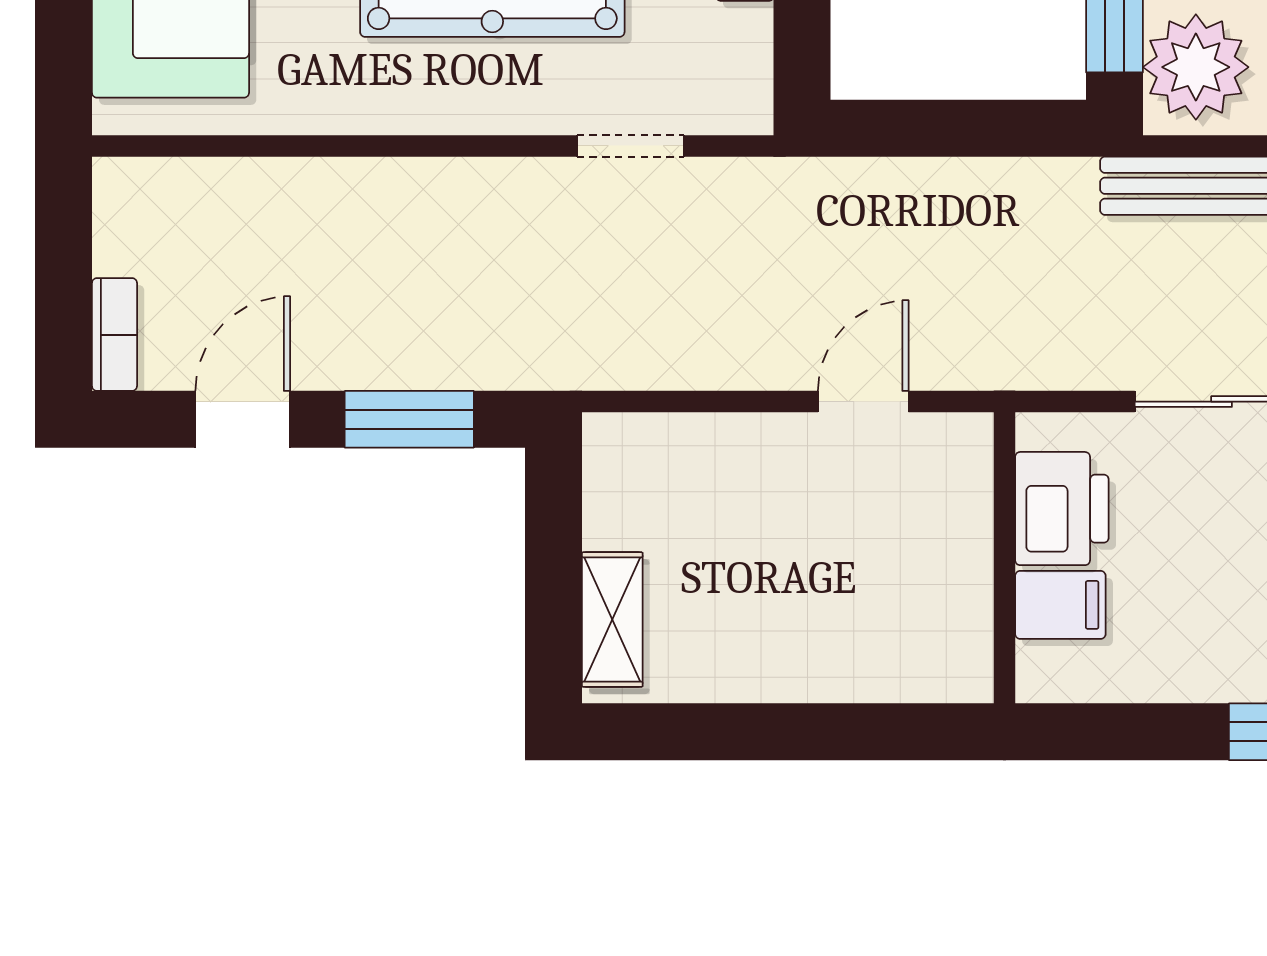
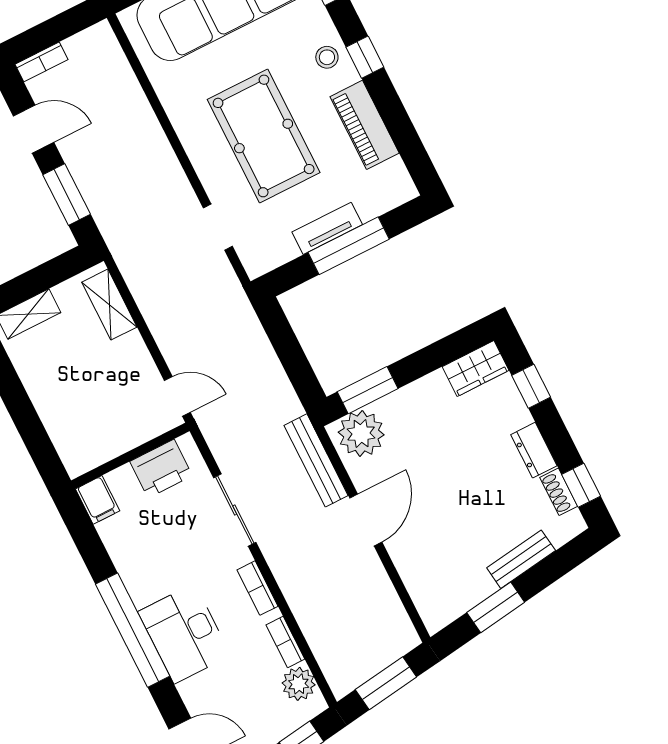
door: (863, 402) -> (177, 396), moved
shelving: (676, 445) -> (109, 305), added
filing cabinet: (1060, 605) -> (98, 500), moved

